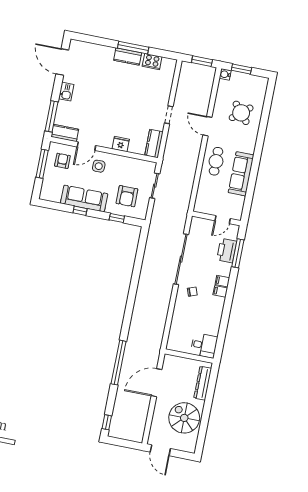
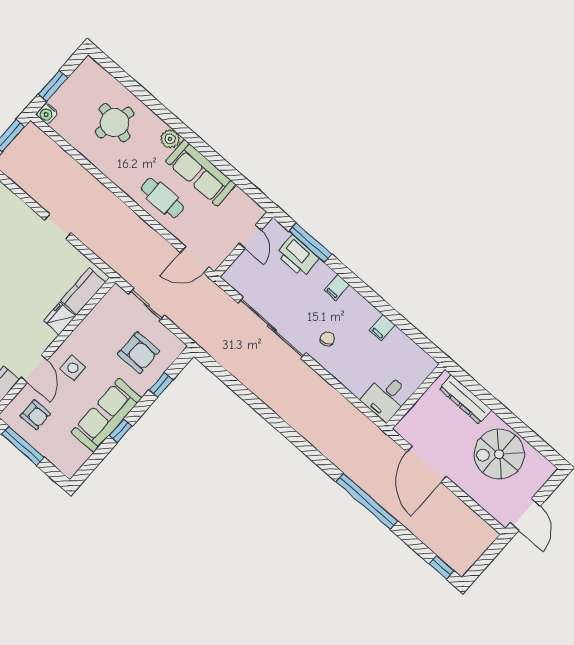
round table: (241, 113) -> (115, 123), turned -37
door: (207, 126) -> (195, 260), moved
kitchen counter: (154, 144) -> (83, 291), moved, turned 90
plant: (250, 147) -> (170, 139), added
armchair: (62, 161) -> (35, 415), turned 180
filing cabinet: (220, 291) -> (382, 328), moved
desk: (204, 345) -> (386, 397), moved, turned 180
door: (160, 450) -> (525, 514), hinge flipped

